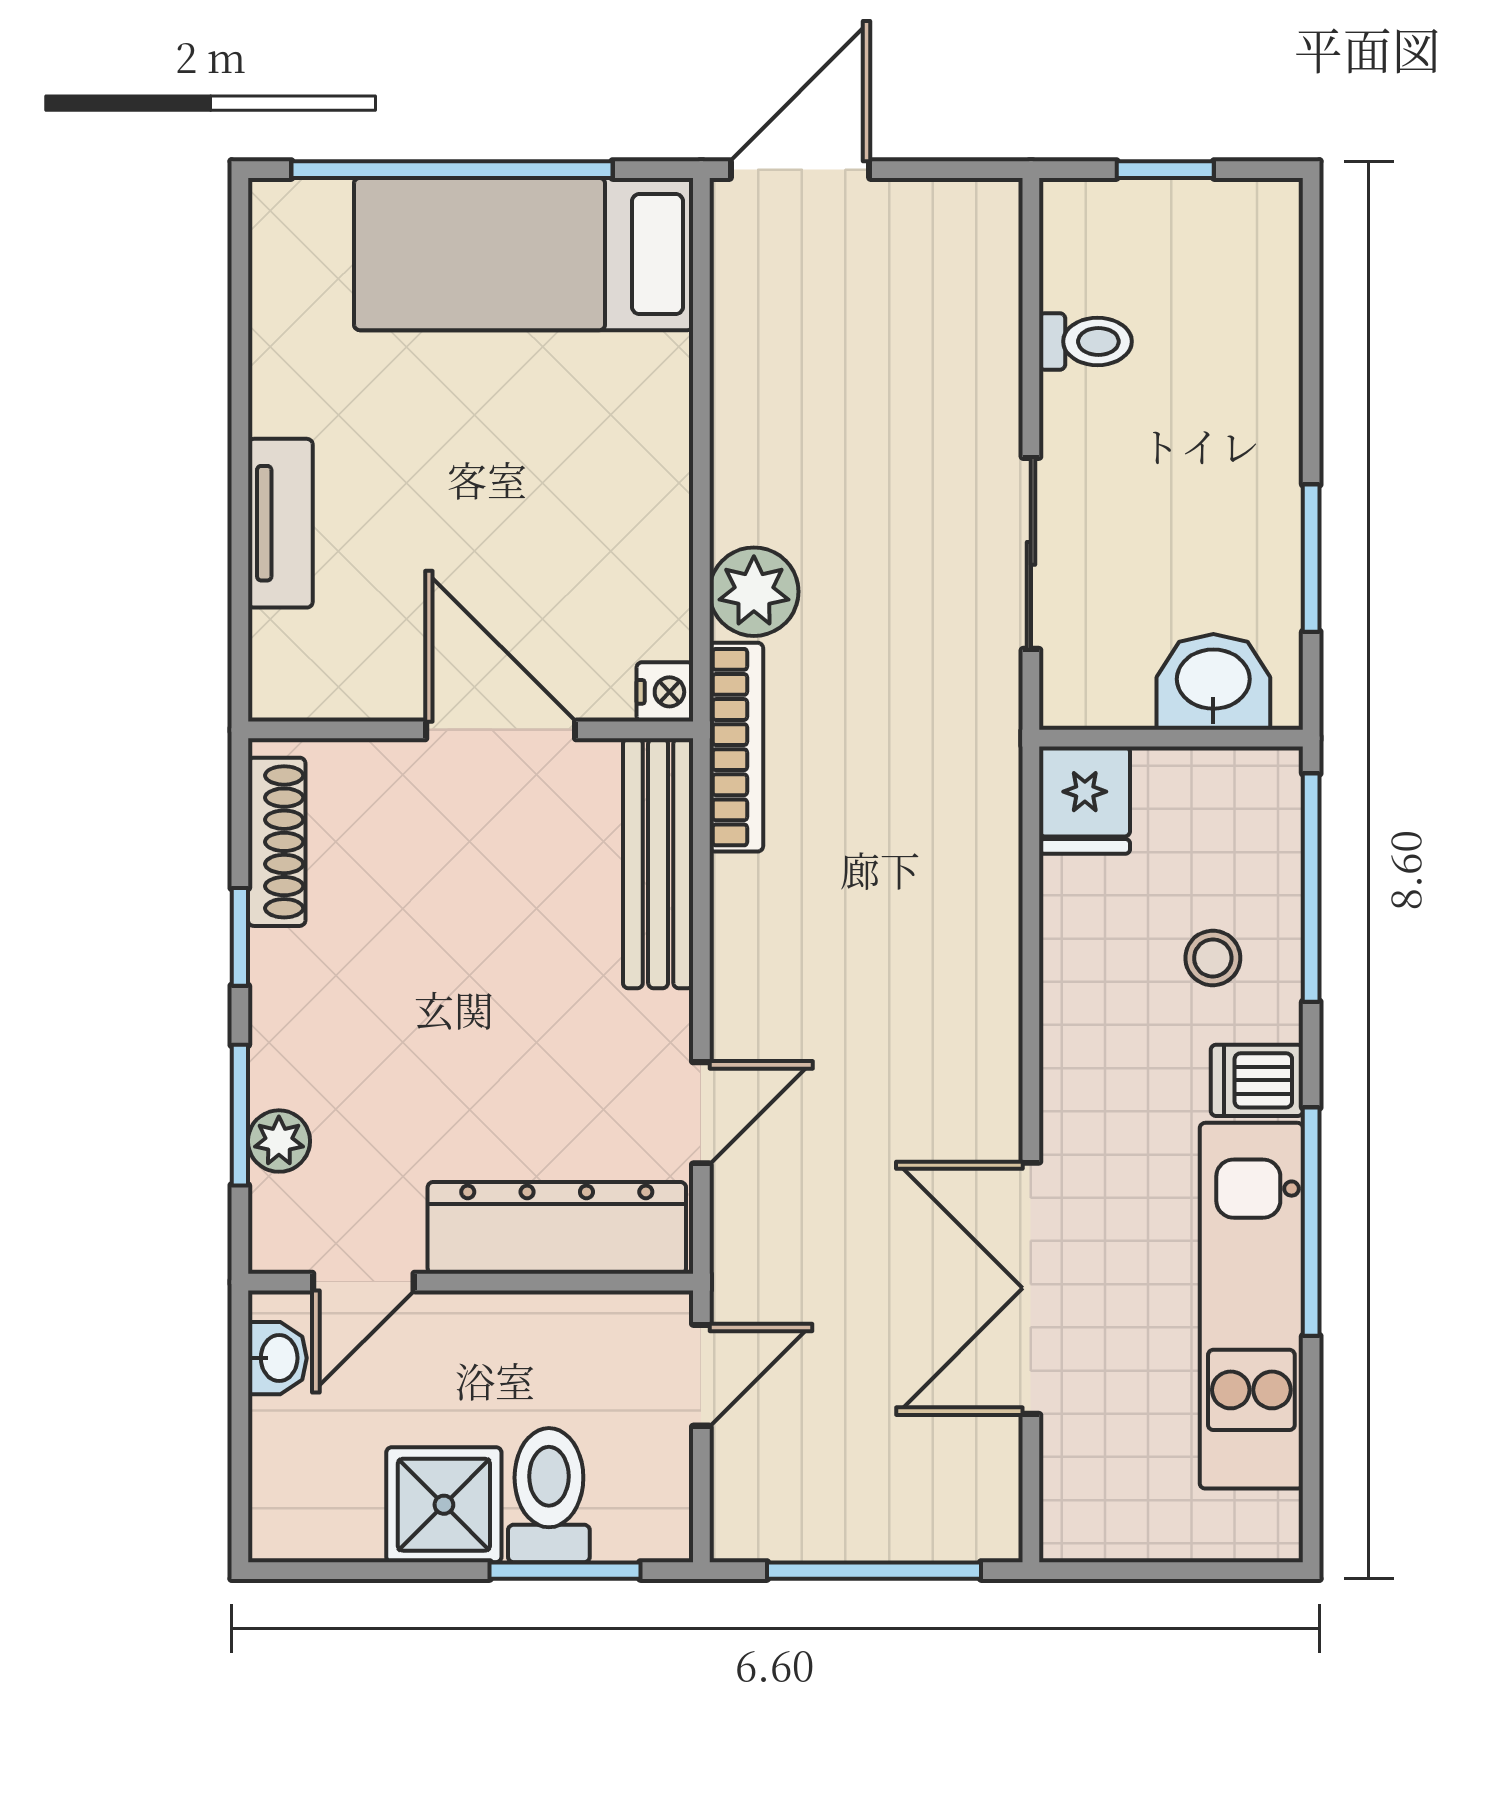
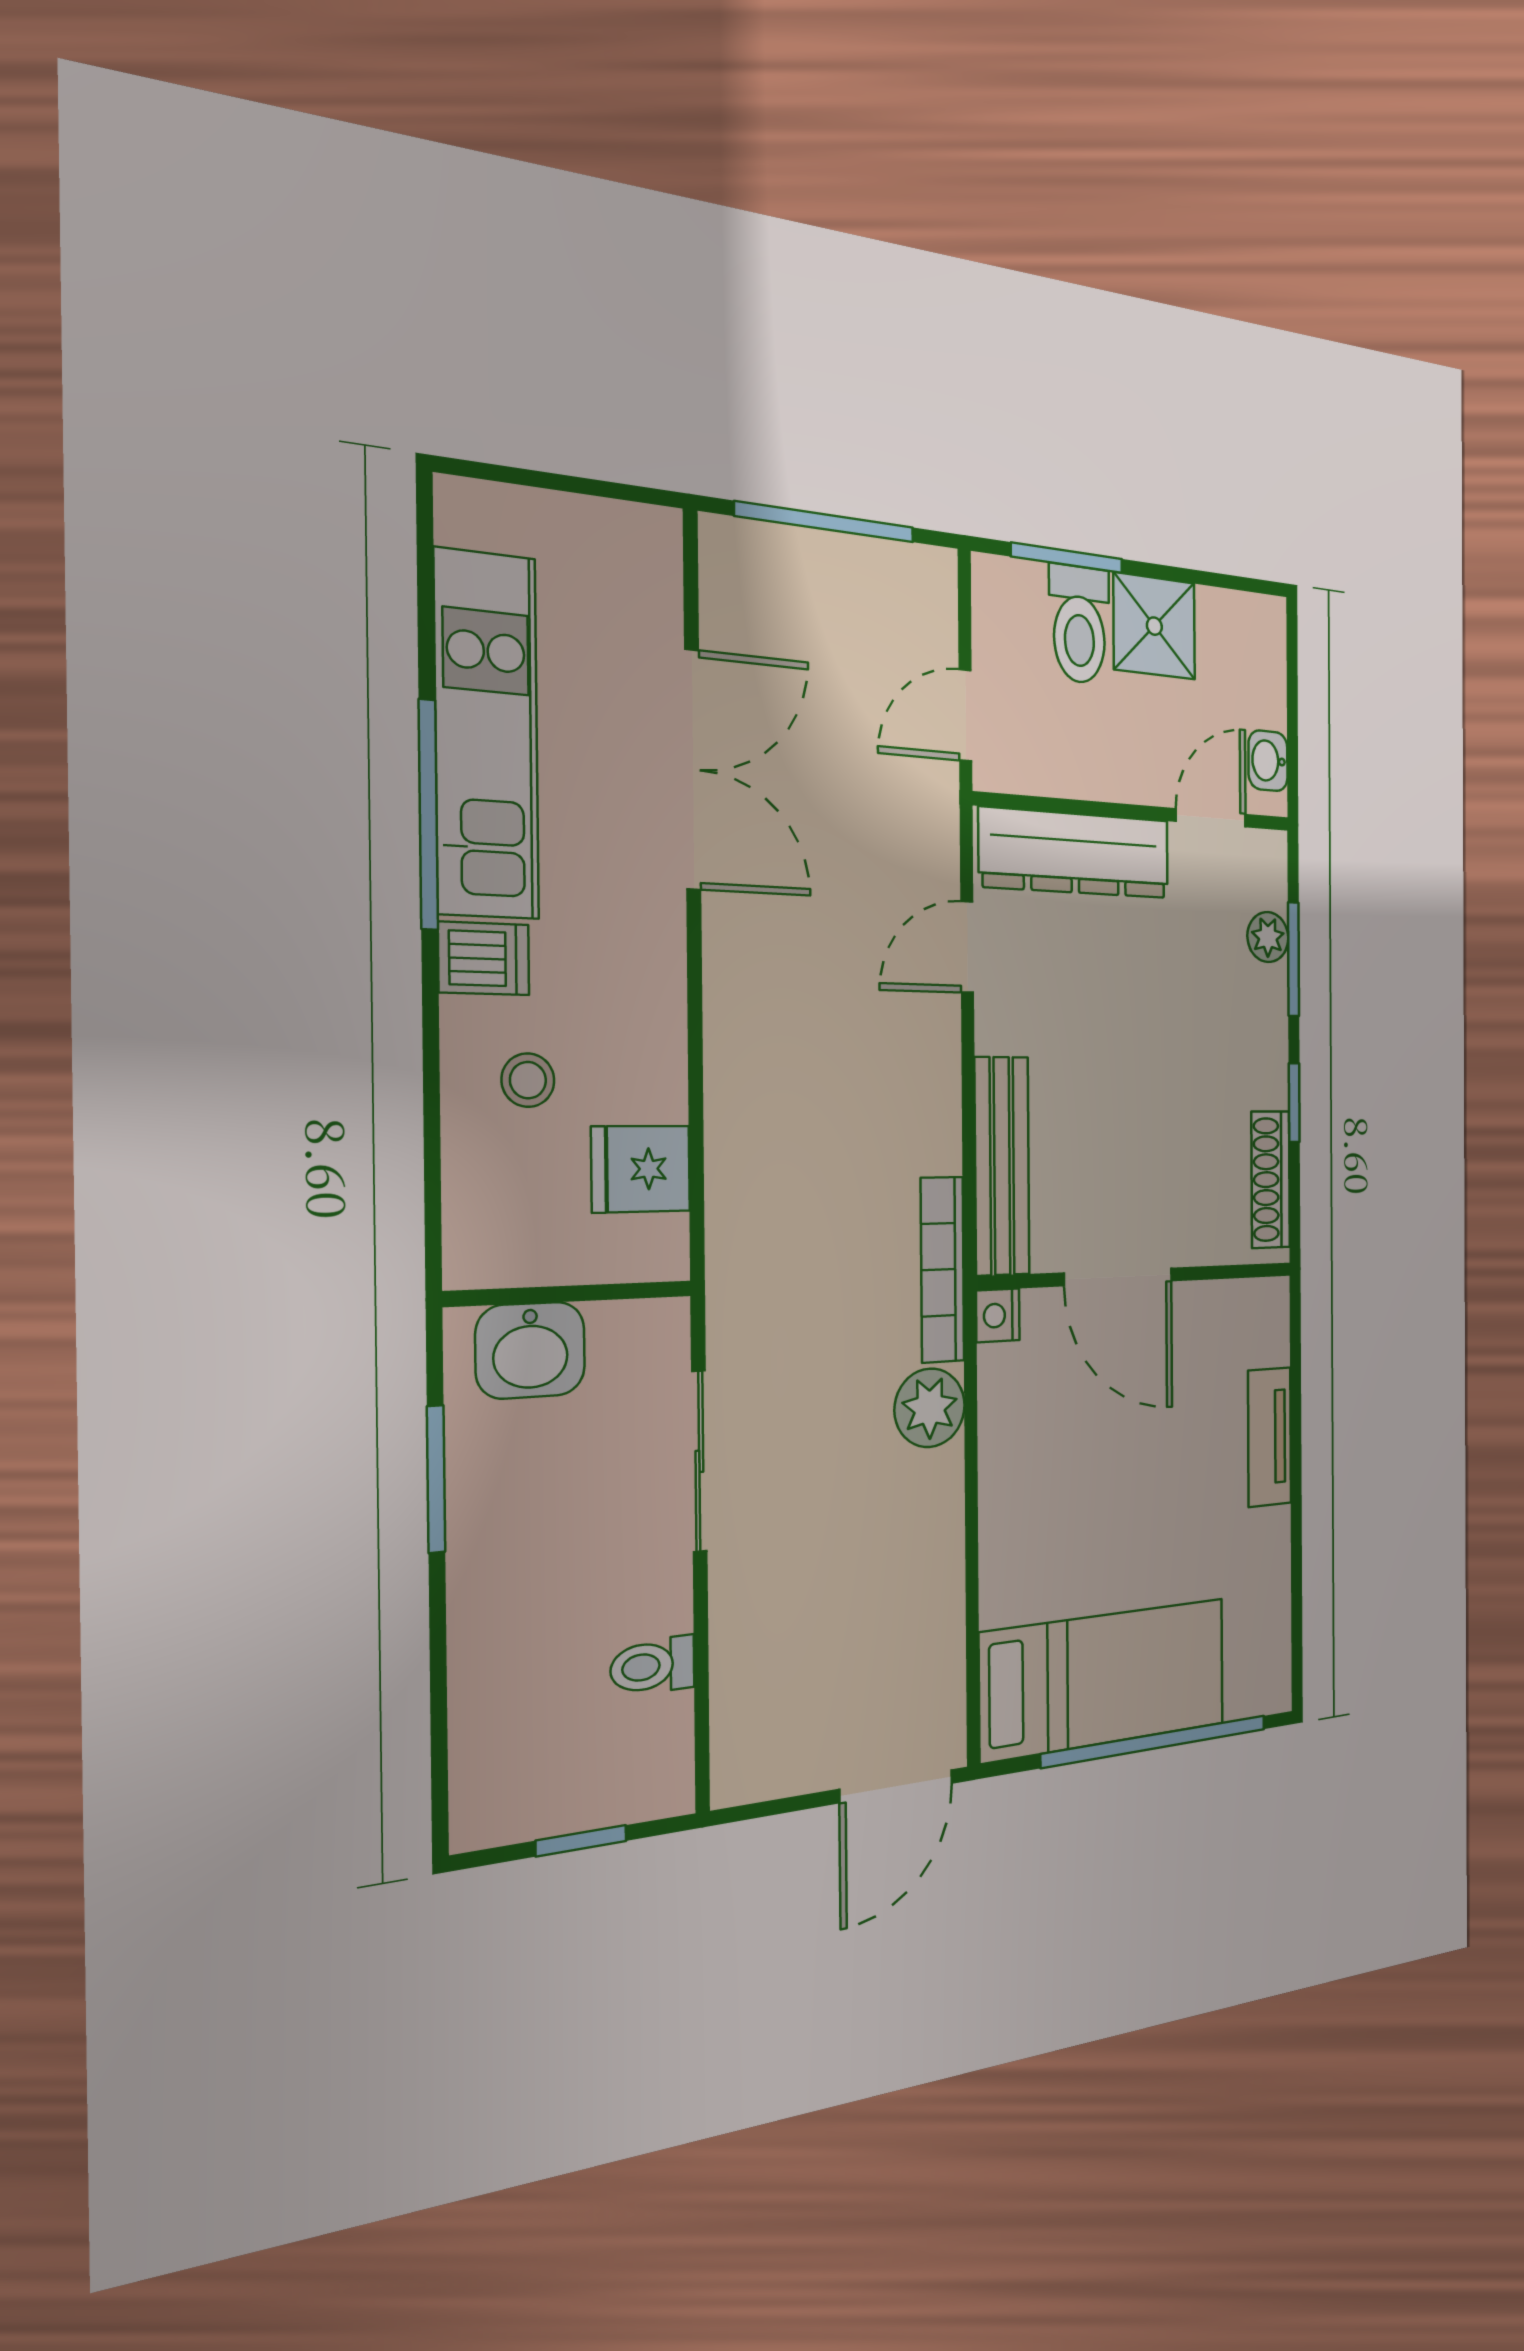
fridge: (1085, 800) -> (641, 1169), moved, turned -90
window: (1311, 888) -> (432, 1150), removed

